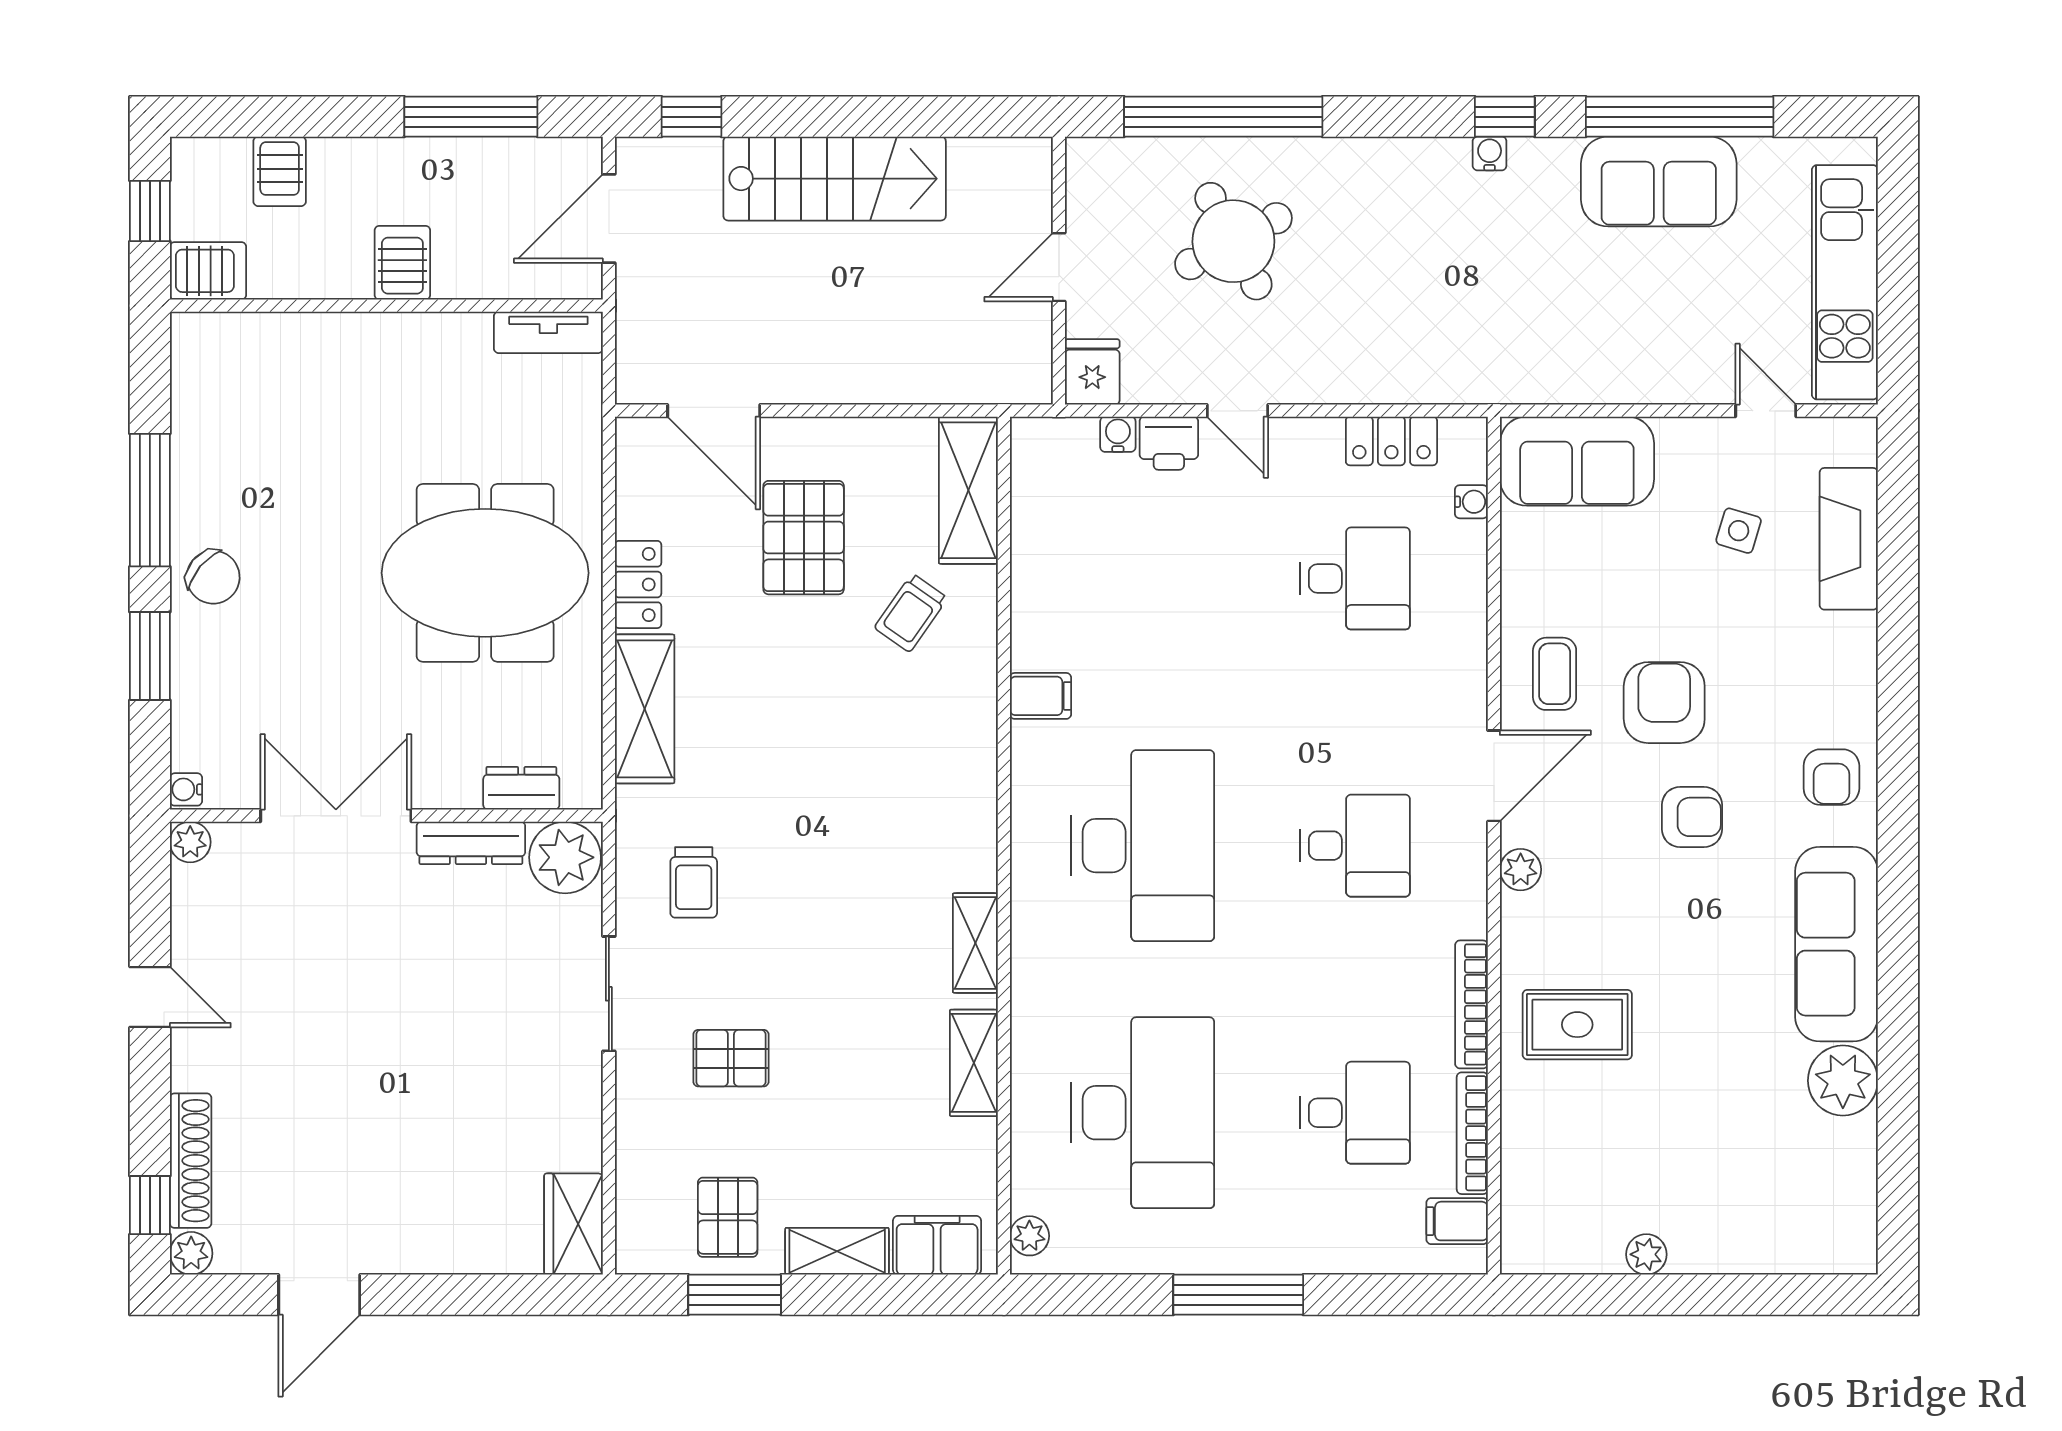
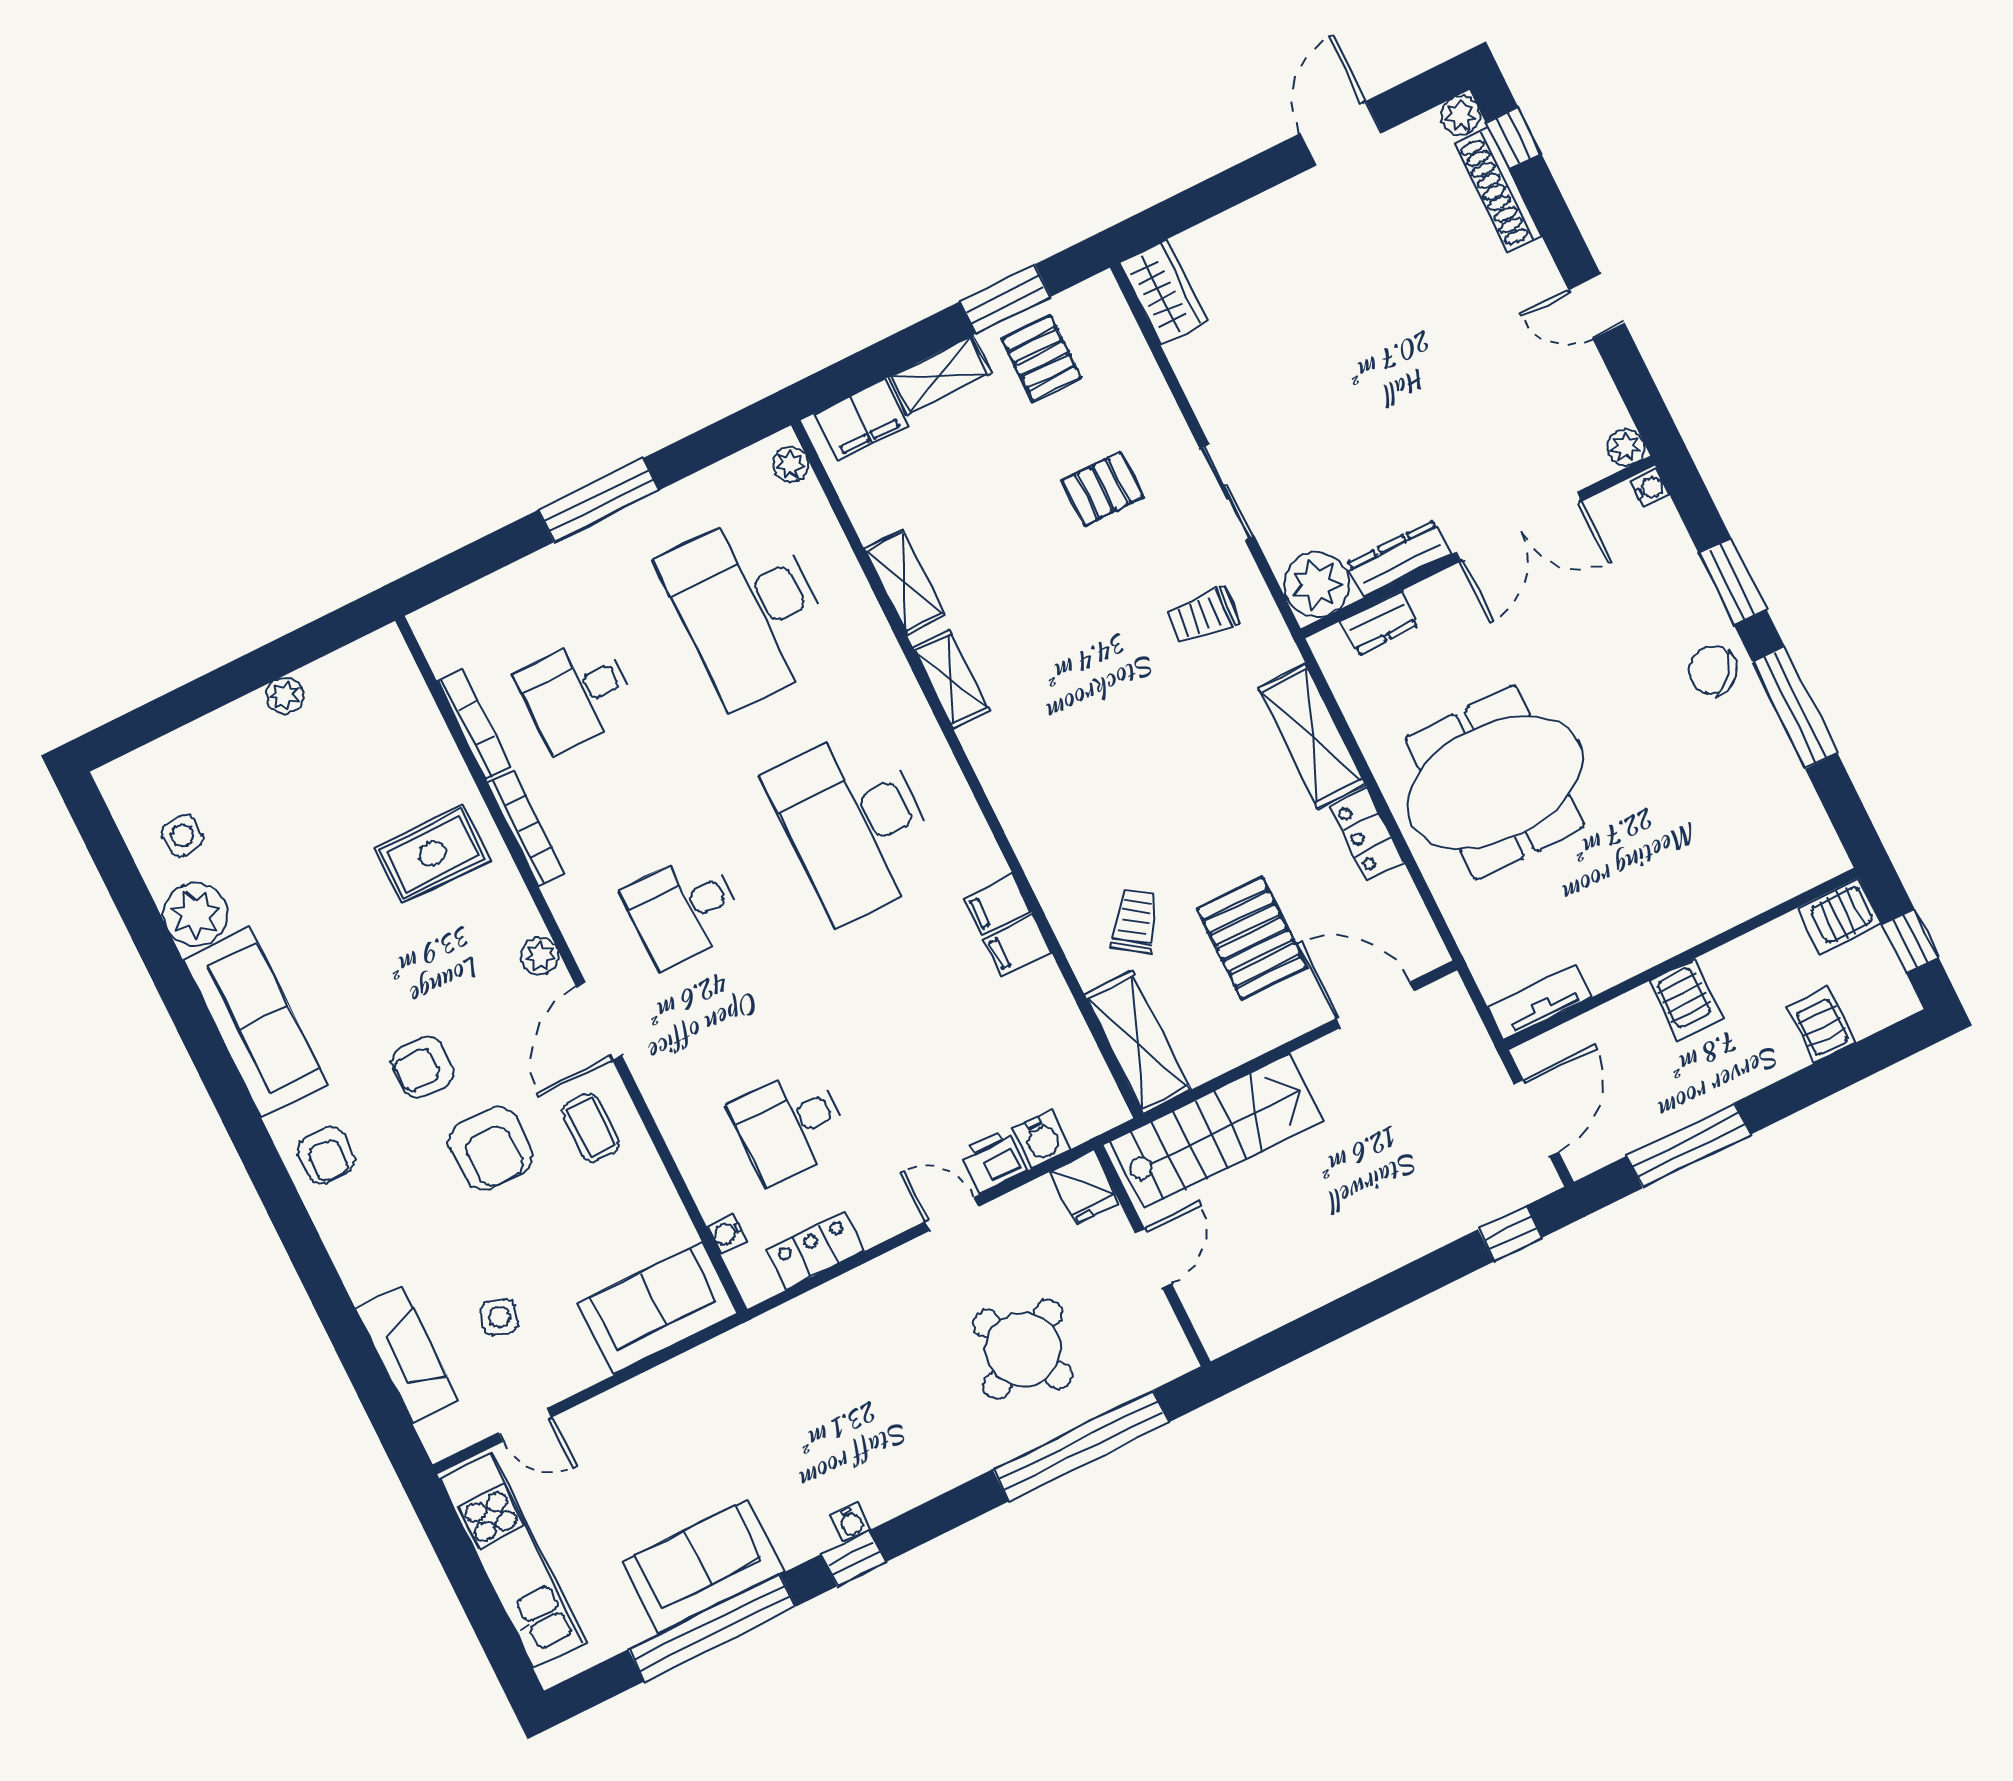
stairs: (835, 179) -> (1217, 1131), moved, turned 180
water cooler: (1118, 434) -> (1042, 1139), width x1.38, depth x1.38
armchair: (1831, 777) -> (326, 1155), turned 180
trolley: (694, 882) -> (1203, 616), turned -85
side table: (1817, 1166) -> (182, 835), added
filing cabinet: (1457, 1221) -> (1017, 945), moved, turned 180

